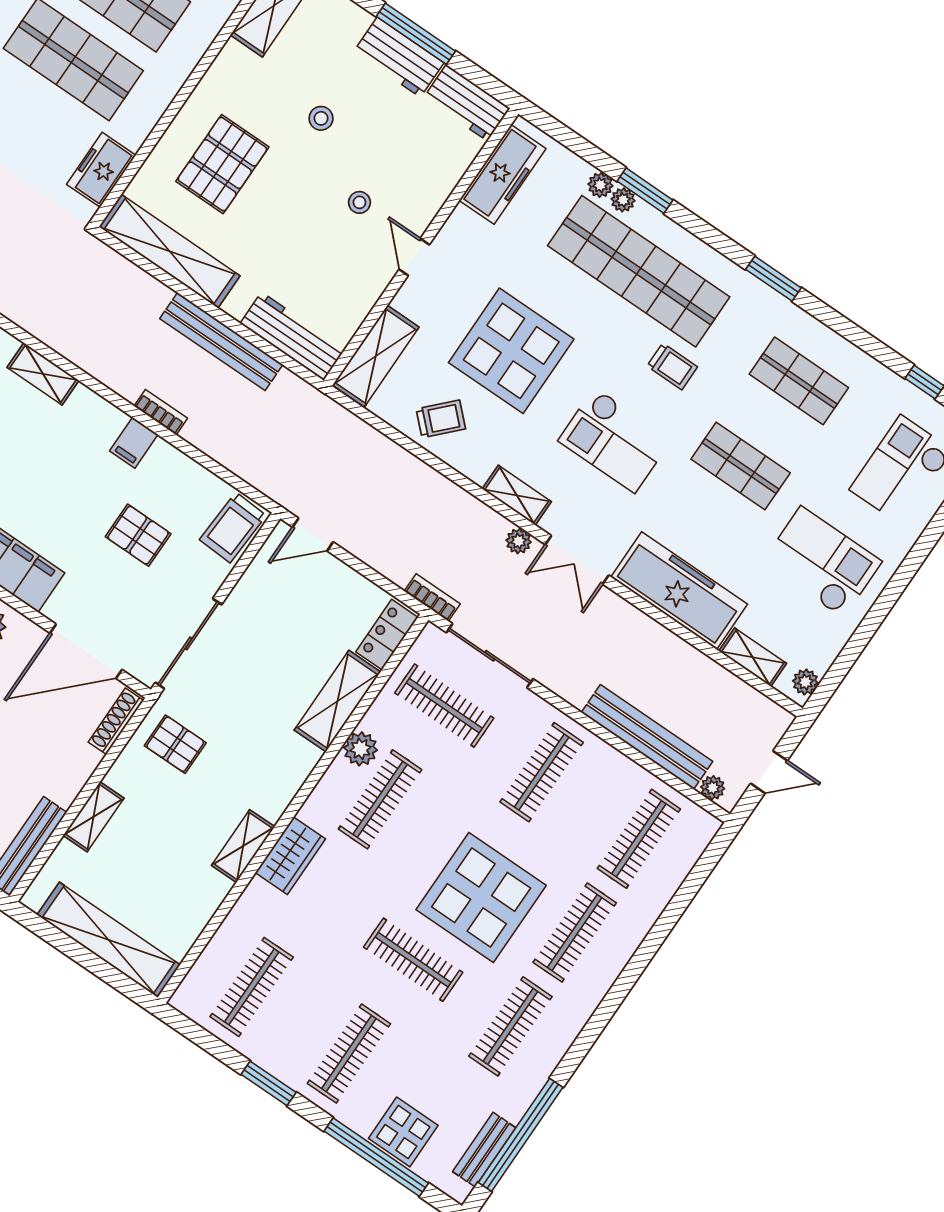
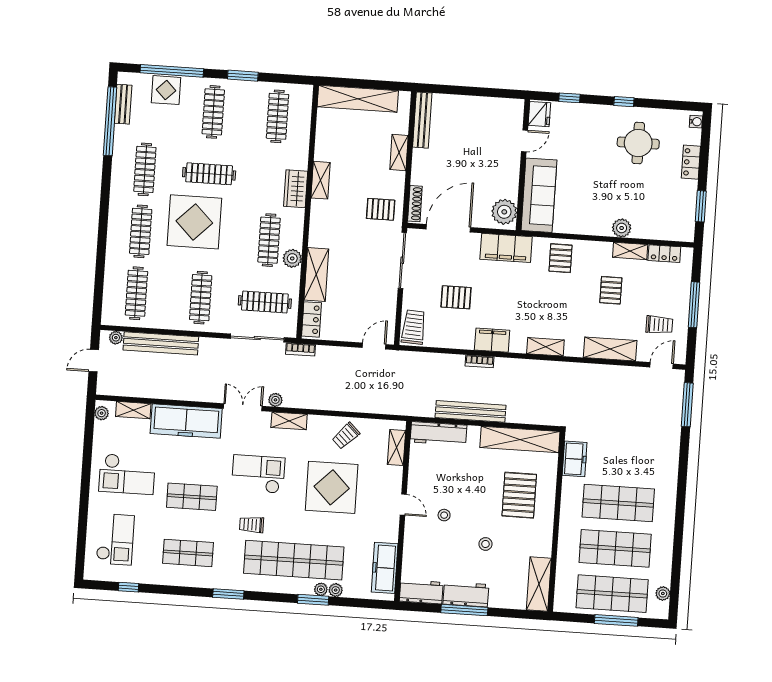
shelving: (376, 356) -> (397, 447), width x0.67, depth x0.75
filing cabinet: (134, 443) -> (492, 340), width x2.00

